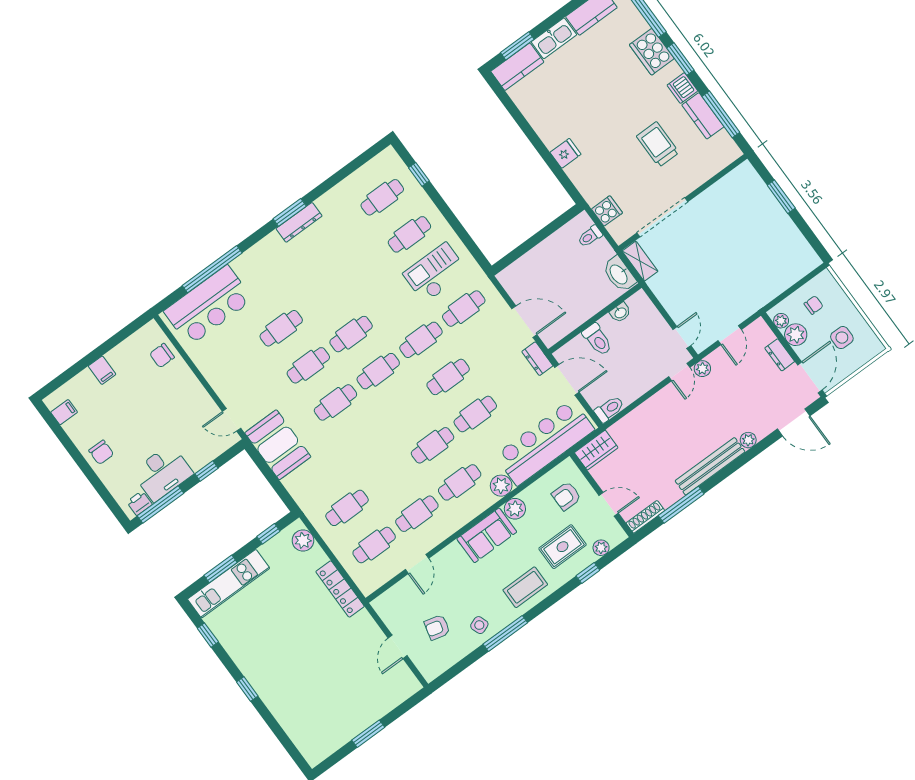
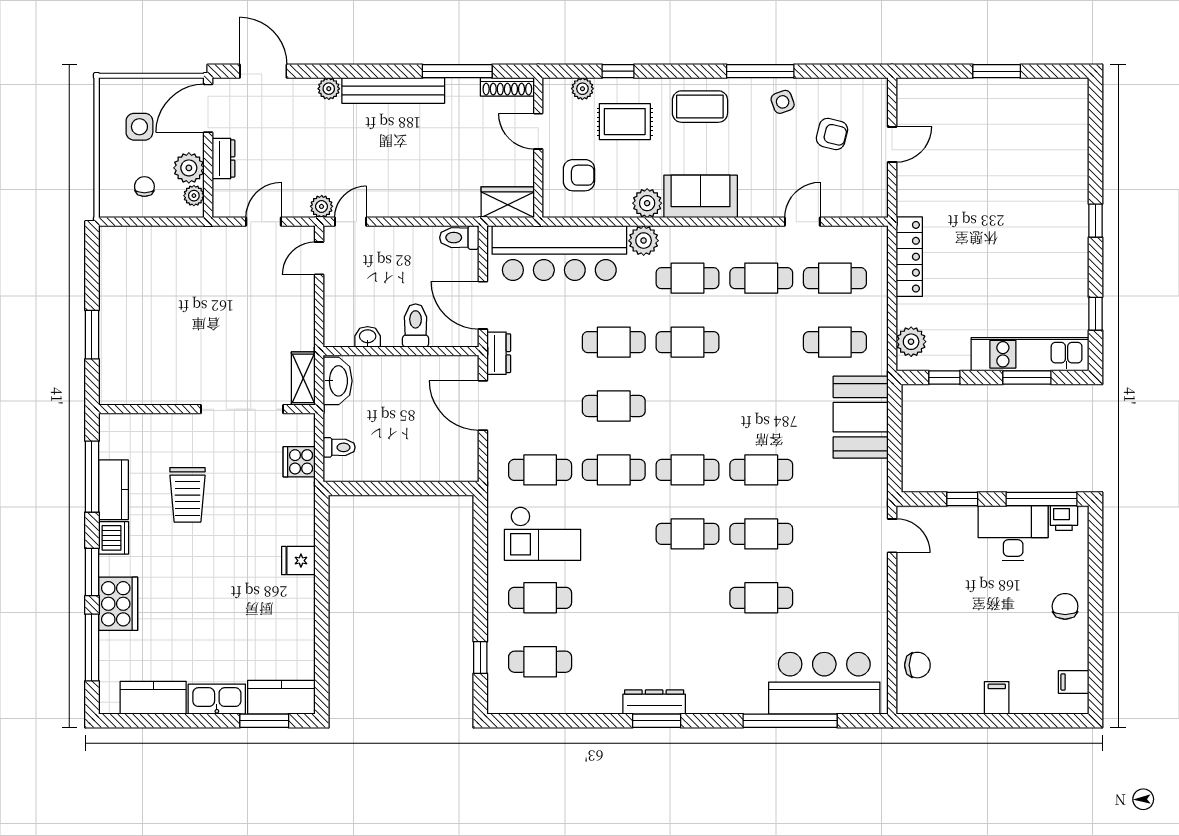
chair: (814, 305) -> (144, 186), turned 90
booth: (278, 445) -> (861, 417), moved

